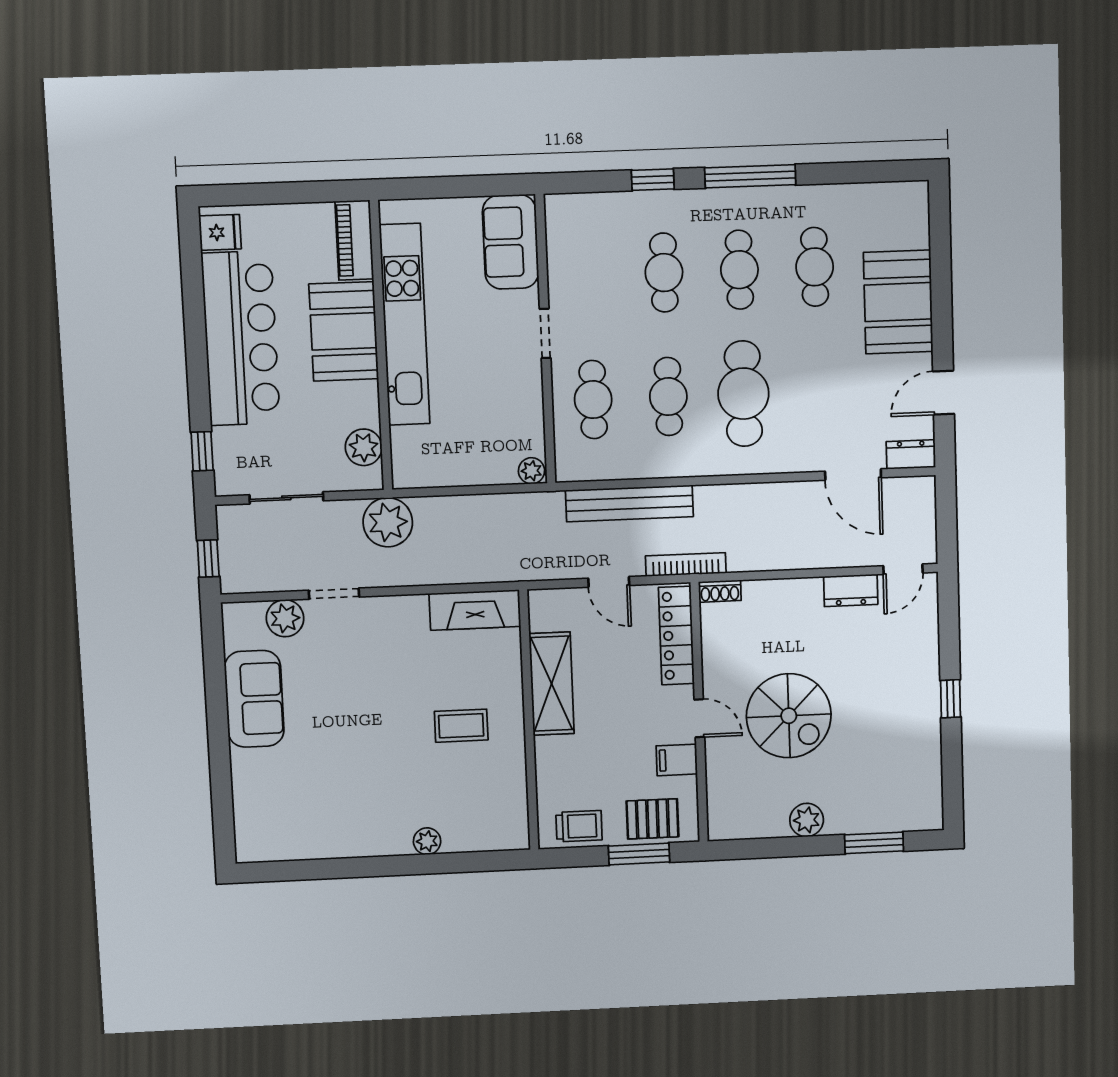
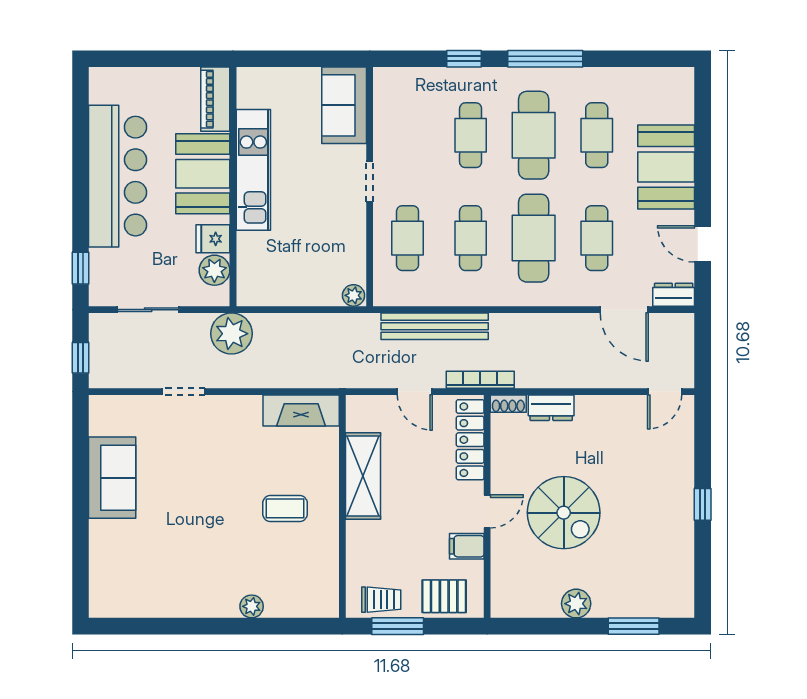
fridge: (220, 232) -> (213, 239), moved, turned 180
cafe table: (739, 270) -> (534, 135), width x1.37, depth x1.35
kitchen unit: (405, 325) -> (253, 170), width x0.73
cafe table: (818, 391) -> (597, 238), added
door: (944, 393) -> (703, 244), hinge flipped
dresser: (851, 590) -> (551, 408), moved
plant: (285, 618) -> (142, 411), removed
door: (699, 718) -> (487, 511), hinge flipped
window: (639, 854) -> (398, 626), moved

